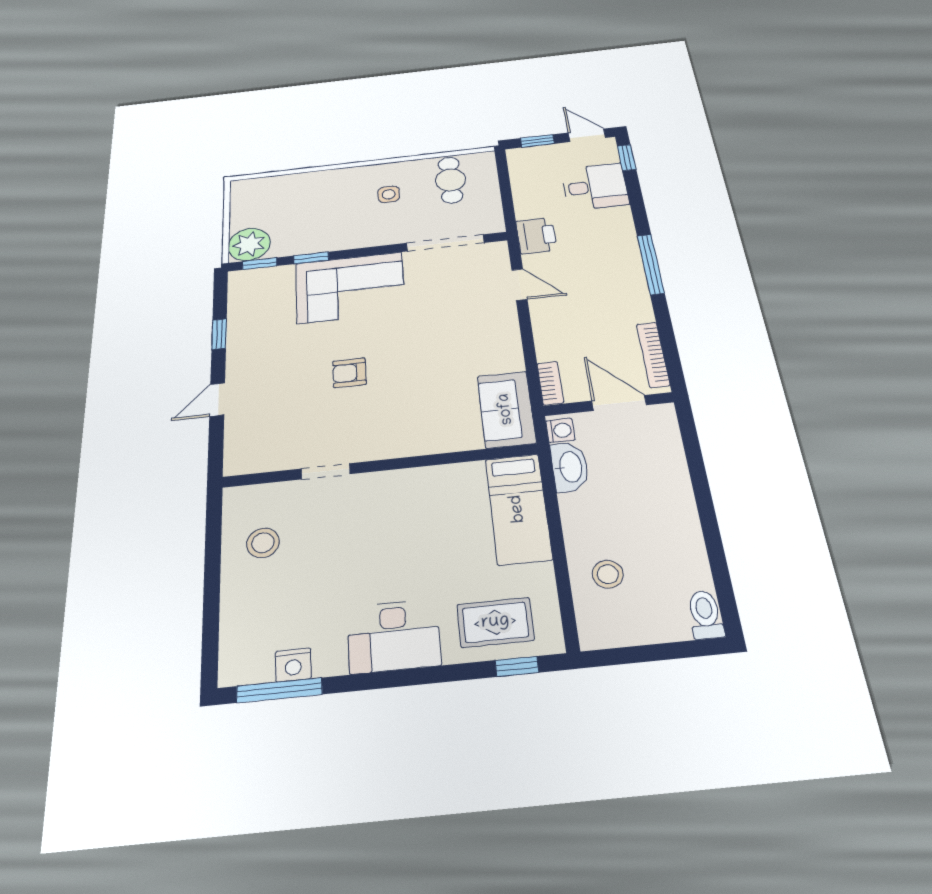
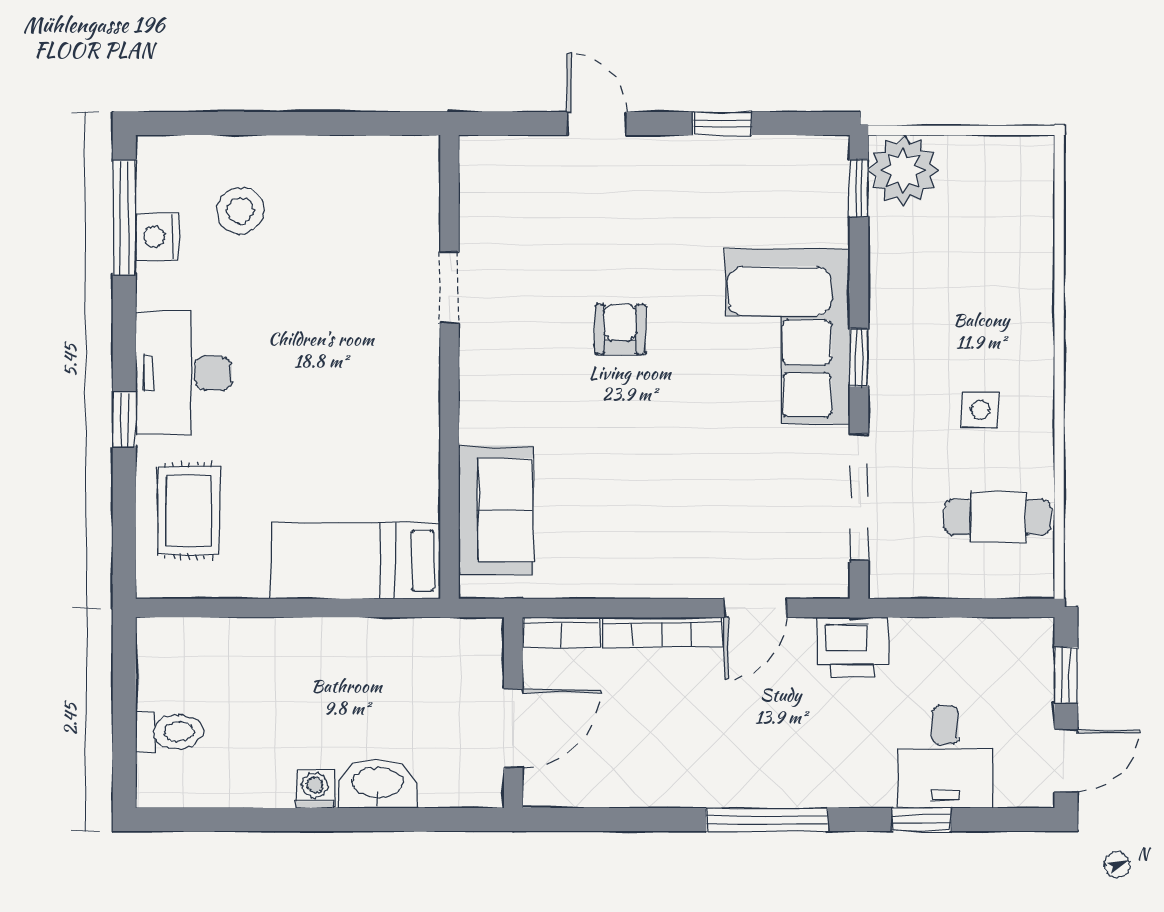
window: (627, 158) -> (921, 820), moved
window: (311, 258) -> (859, 358), moved
bookcase: (653, 355) -> (662, 632), moved, turned 180
sofa: (506, 409) -> (496, 510), moved, turned 90
washing machine: (560, 430) -> (315, 789), moved, turned 180
washbasin: (570, 467) -> (377, 784), moved, turned 180
stool: (263, 543) -> (240, 211), moved
stool: (608, 574) -> (241, 670), removed
toilet: (705, 615) -> (169, 732), moved
window: (517, 666) -> (124, 419), moved

